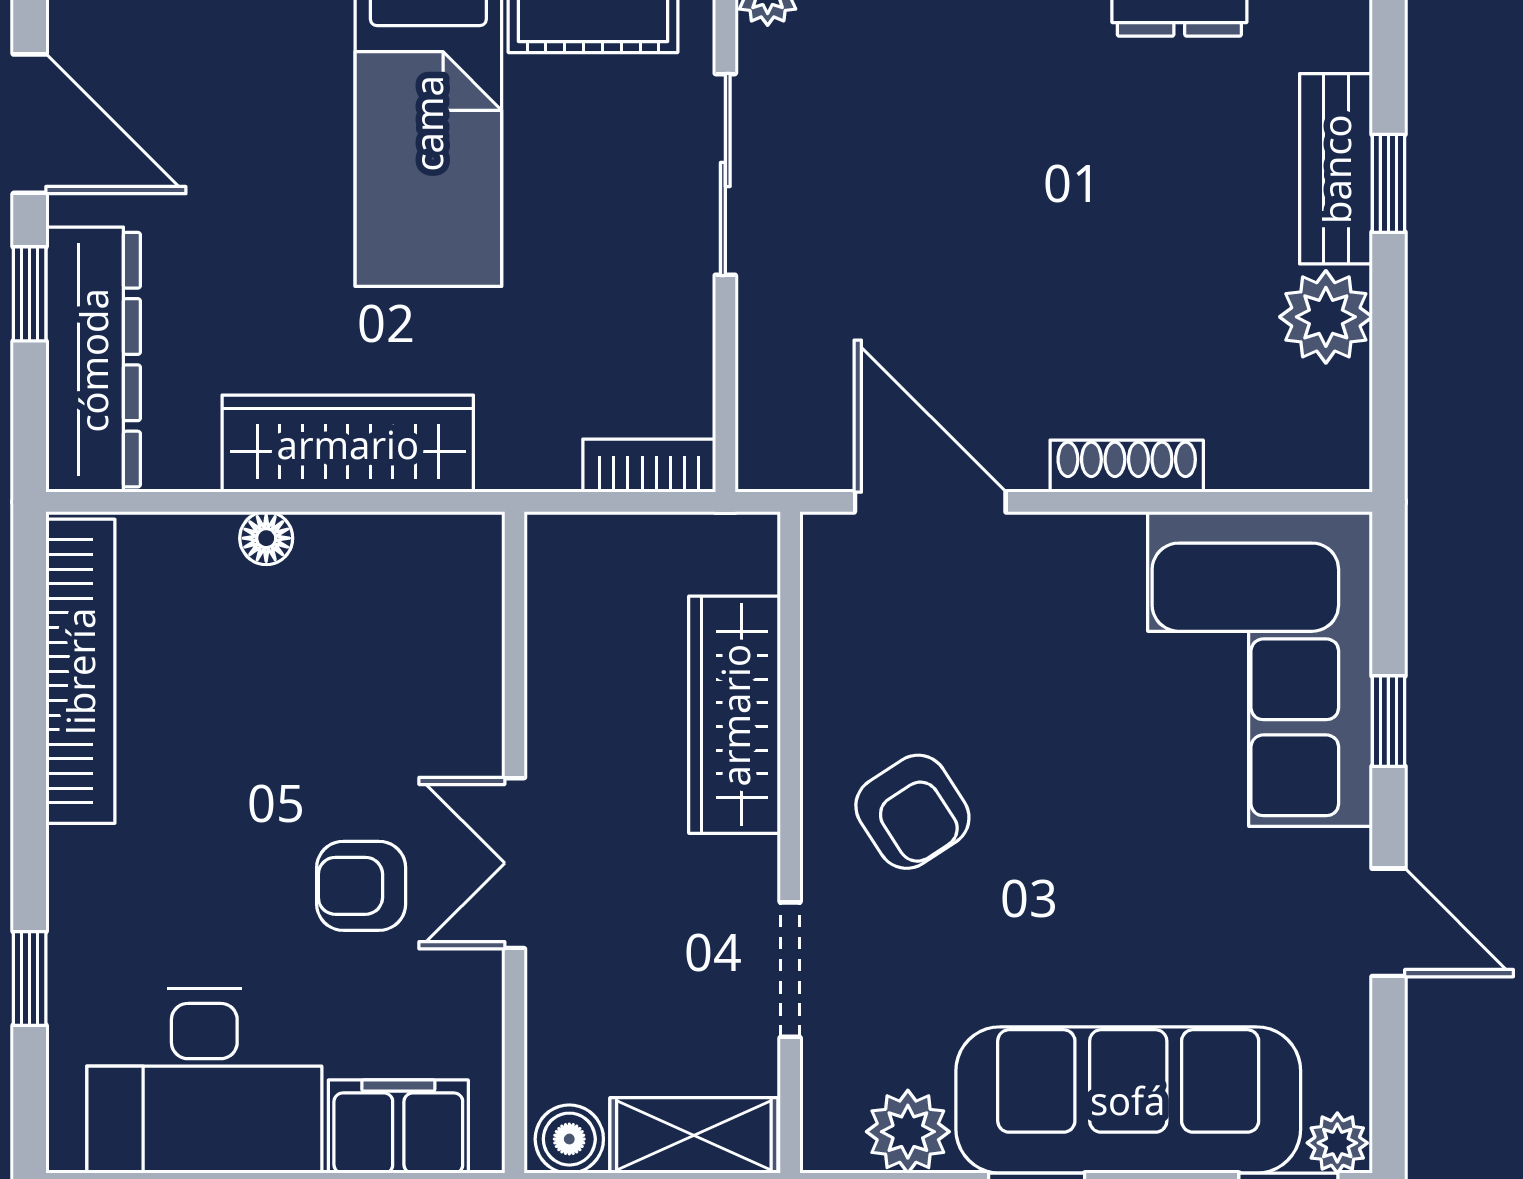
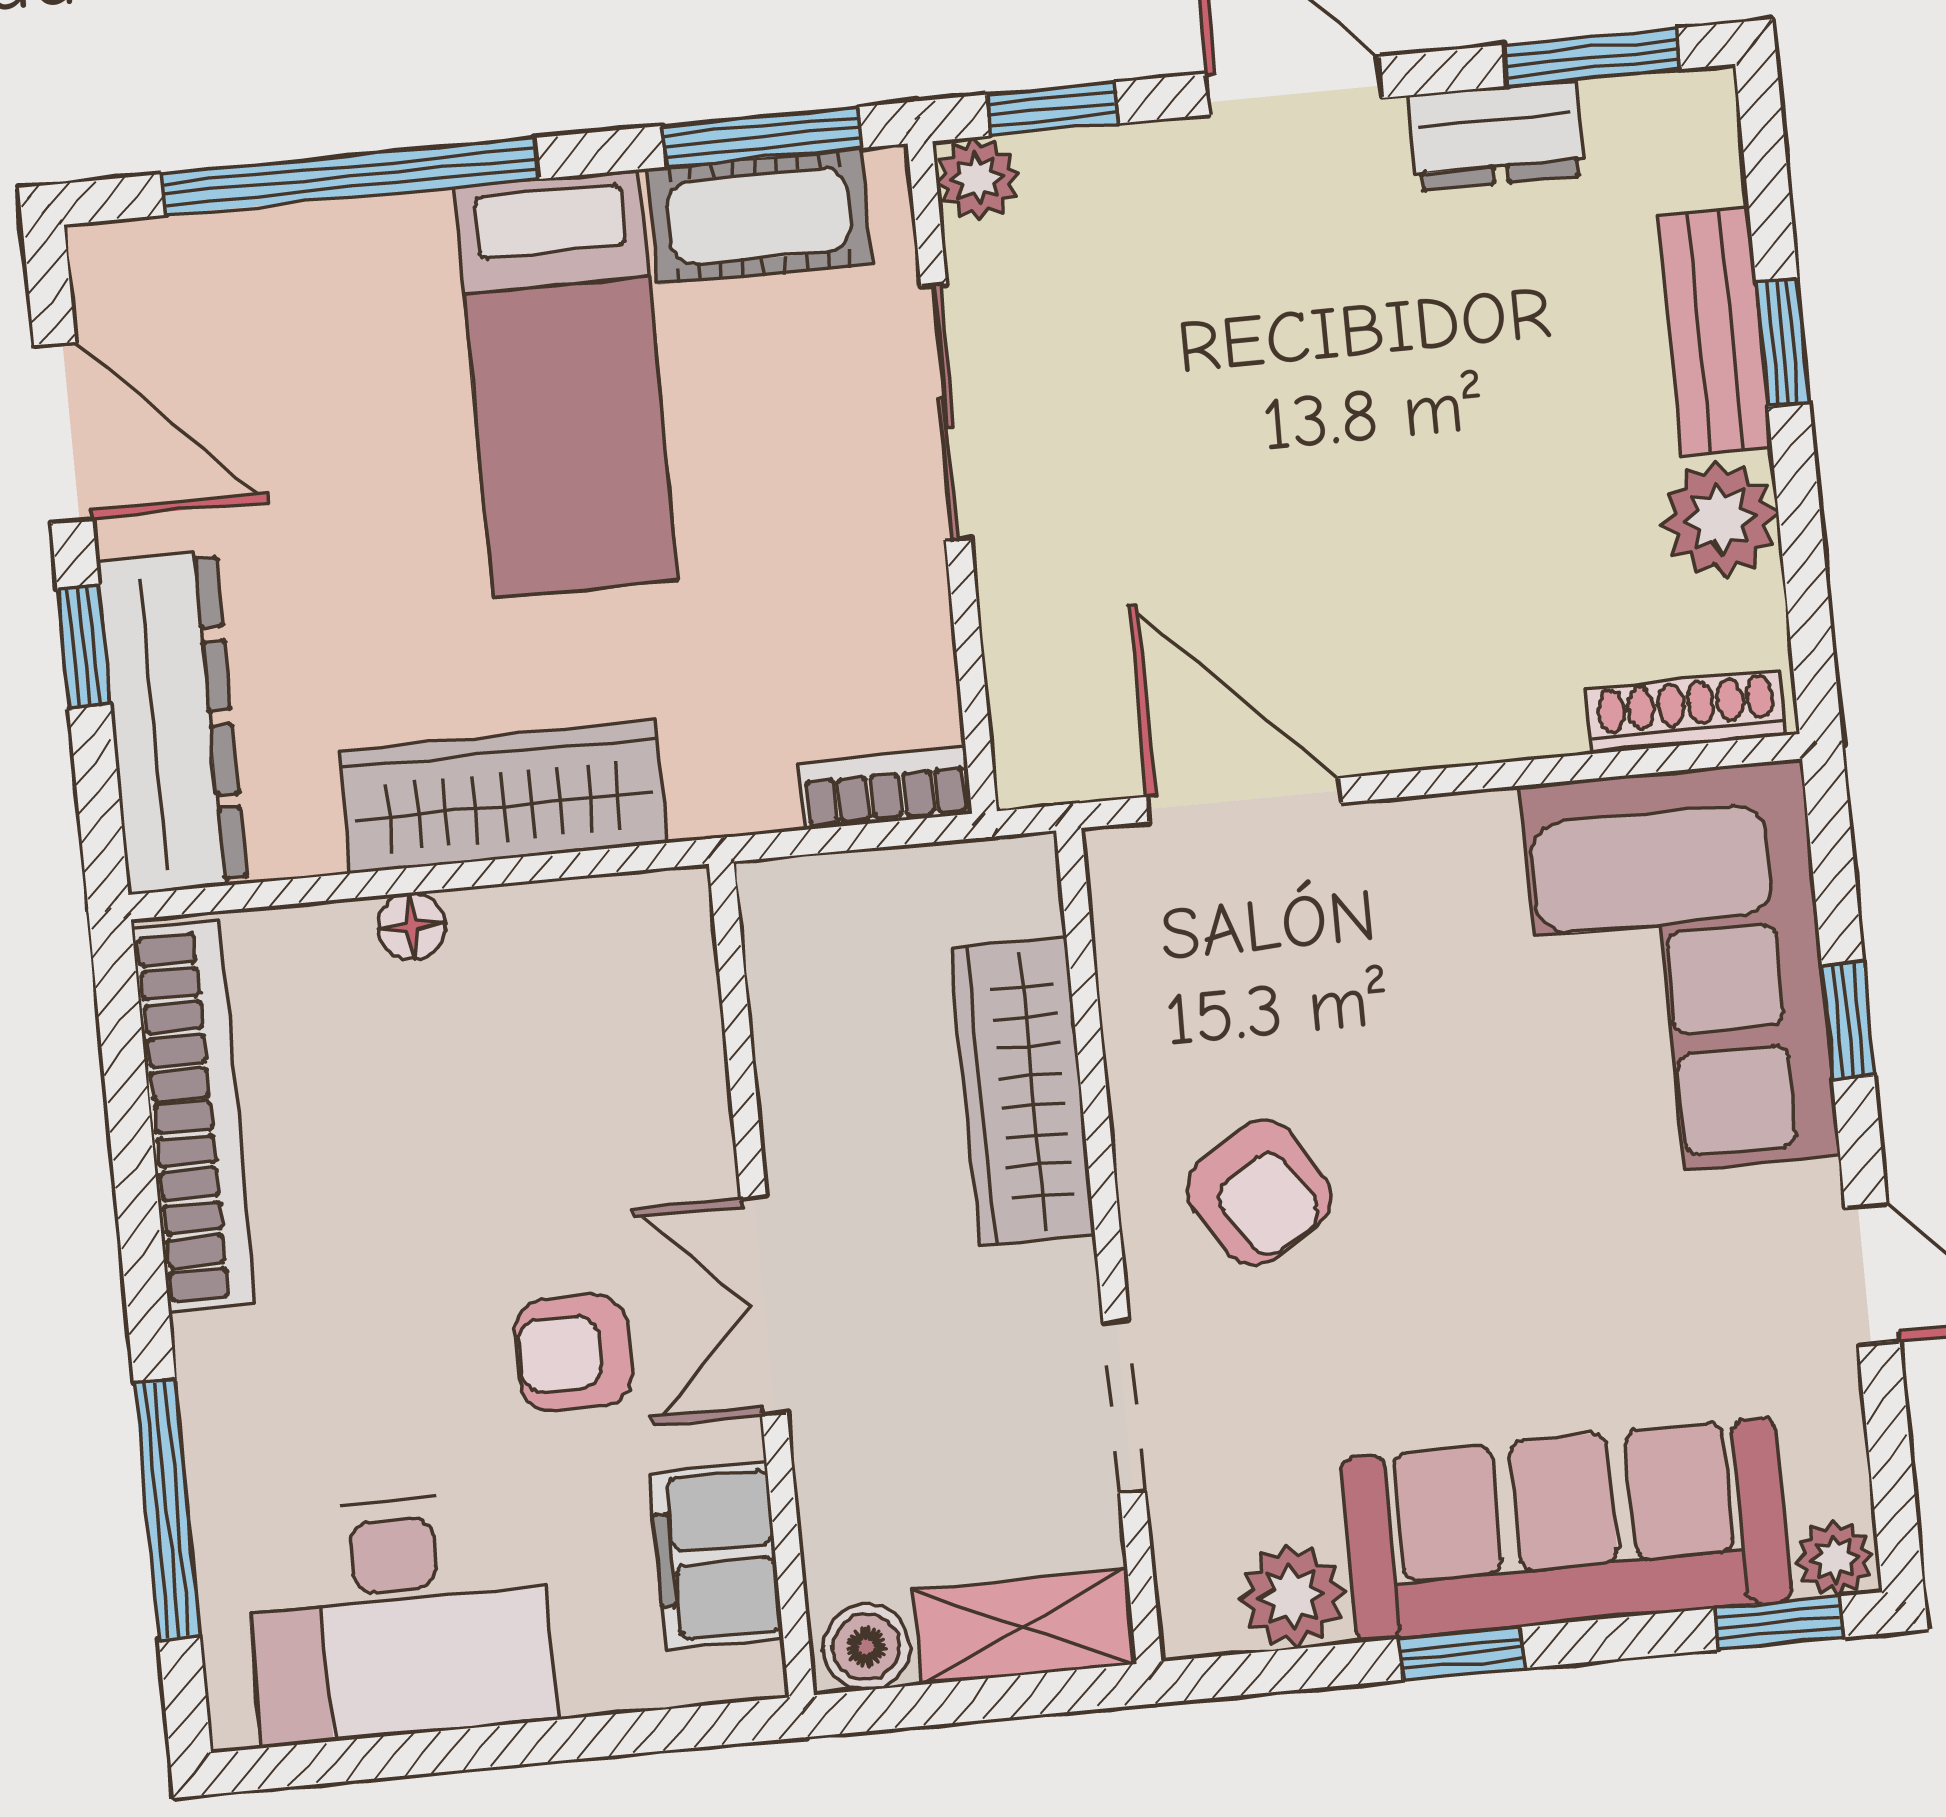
shoe rack: (1127, 466) -> (1686, 712), moved
window: (30, 978) -> (167, 1510), width x2.17
filing cabinet: (398, 1127) -> (716, 1555), moved, turned -90

